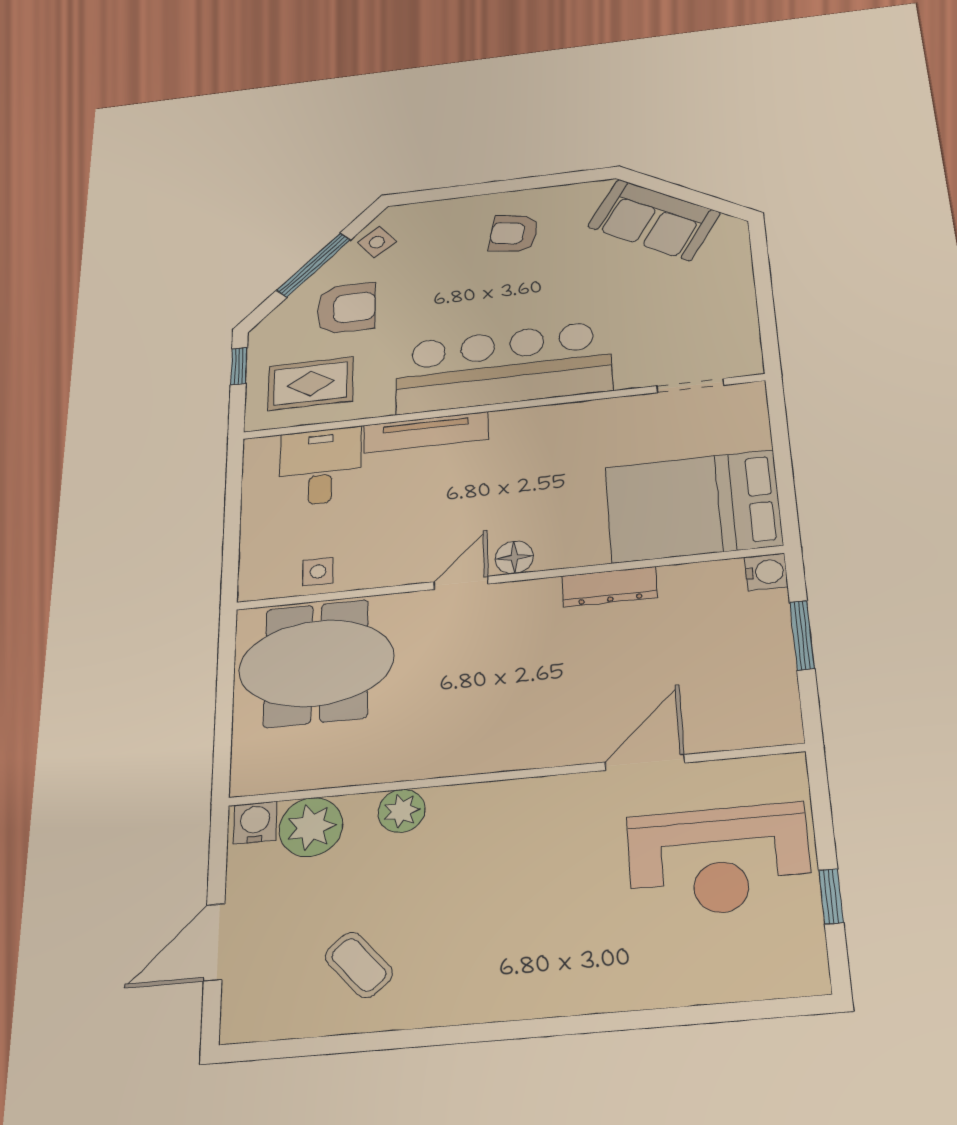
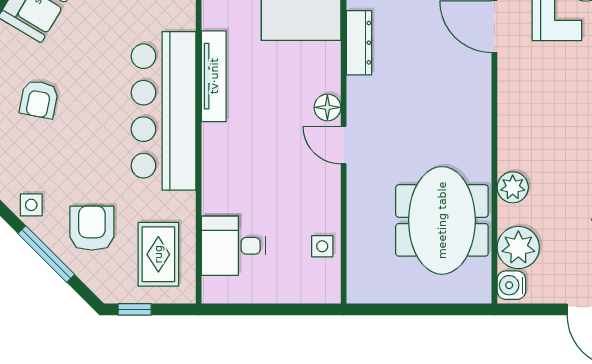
side table: (377, 242) -> (31, 205), turned 38
tv unit: (426, 432) -> (214, 76), moved
meeting table: (316, 663) -> (442, 220), moved

